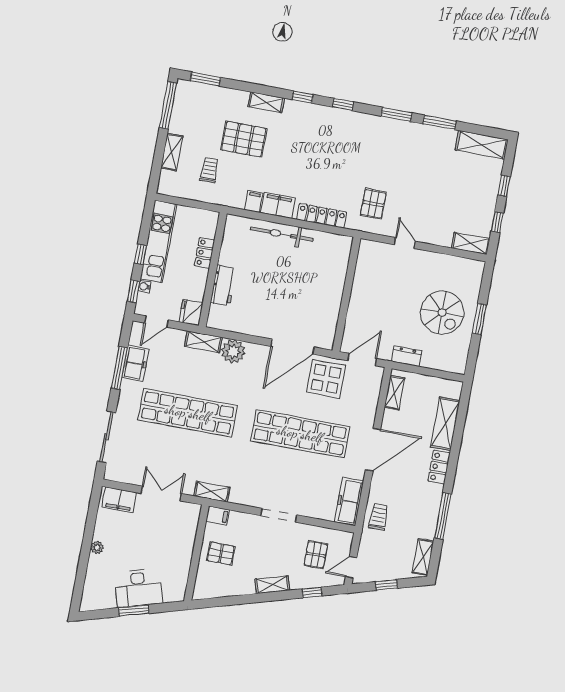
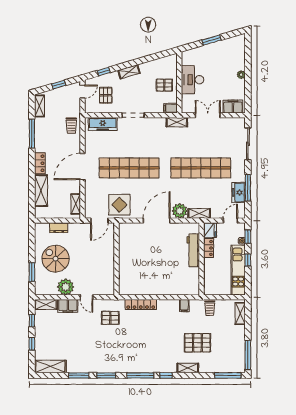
window: (206, 79) -> (228, 375), width x1.44
window: (343, 104) -> (140, 375), width x2.17
shelving: (172, 152) -> (240, 314), moved
trolley: (209, 170) -> (210, 308), moved
pallet: (373, 204) -> (110, 318), turned 90
filing cabinet: (278, 205) -> (68, 306), moved
bicycle: (282, 234) -> (163, 289), removed
locker: (205, 253) -> (209, 248), moved
plant: (434, 265) -> (66, 287), added
workbench: (223, 285) -> (193, 250), width x1.38
window: (479, 319) -> (32, 272), moved
door: (293, 347) -> (157, 221), moved
dresser: (407, 356) -> (59, 228), moved
double door: (161, 494) -> (208, 115), swing flipped
freezer: (349, 502) -> (103, 124), moved, turned 90
desk: (138, 588) -> (193, 80), moved, turned -74

